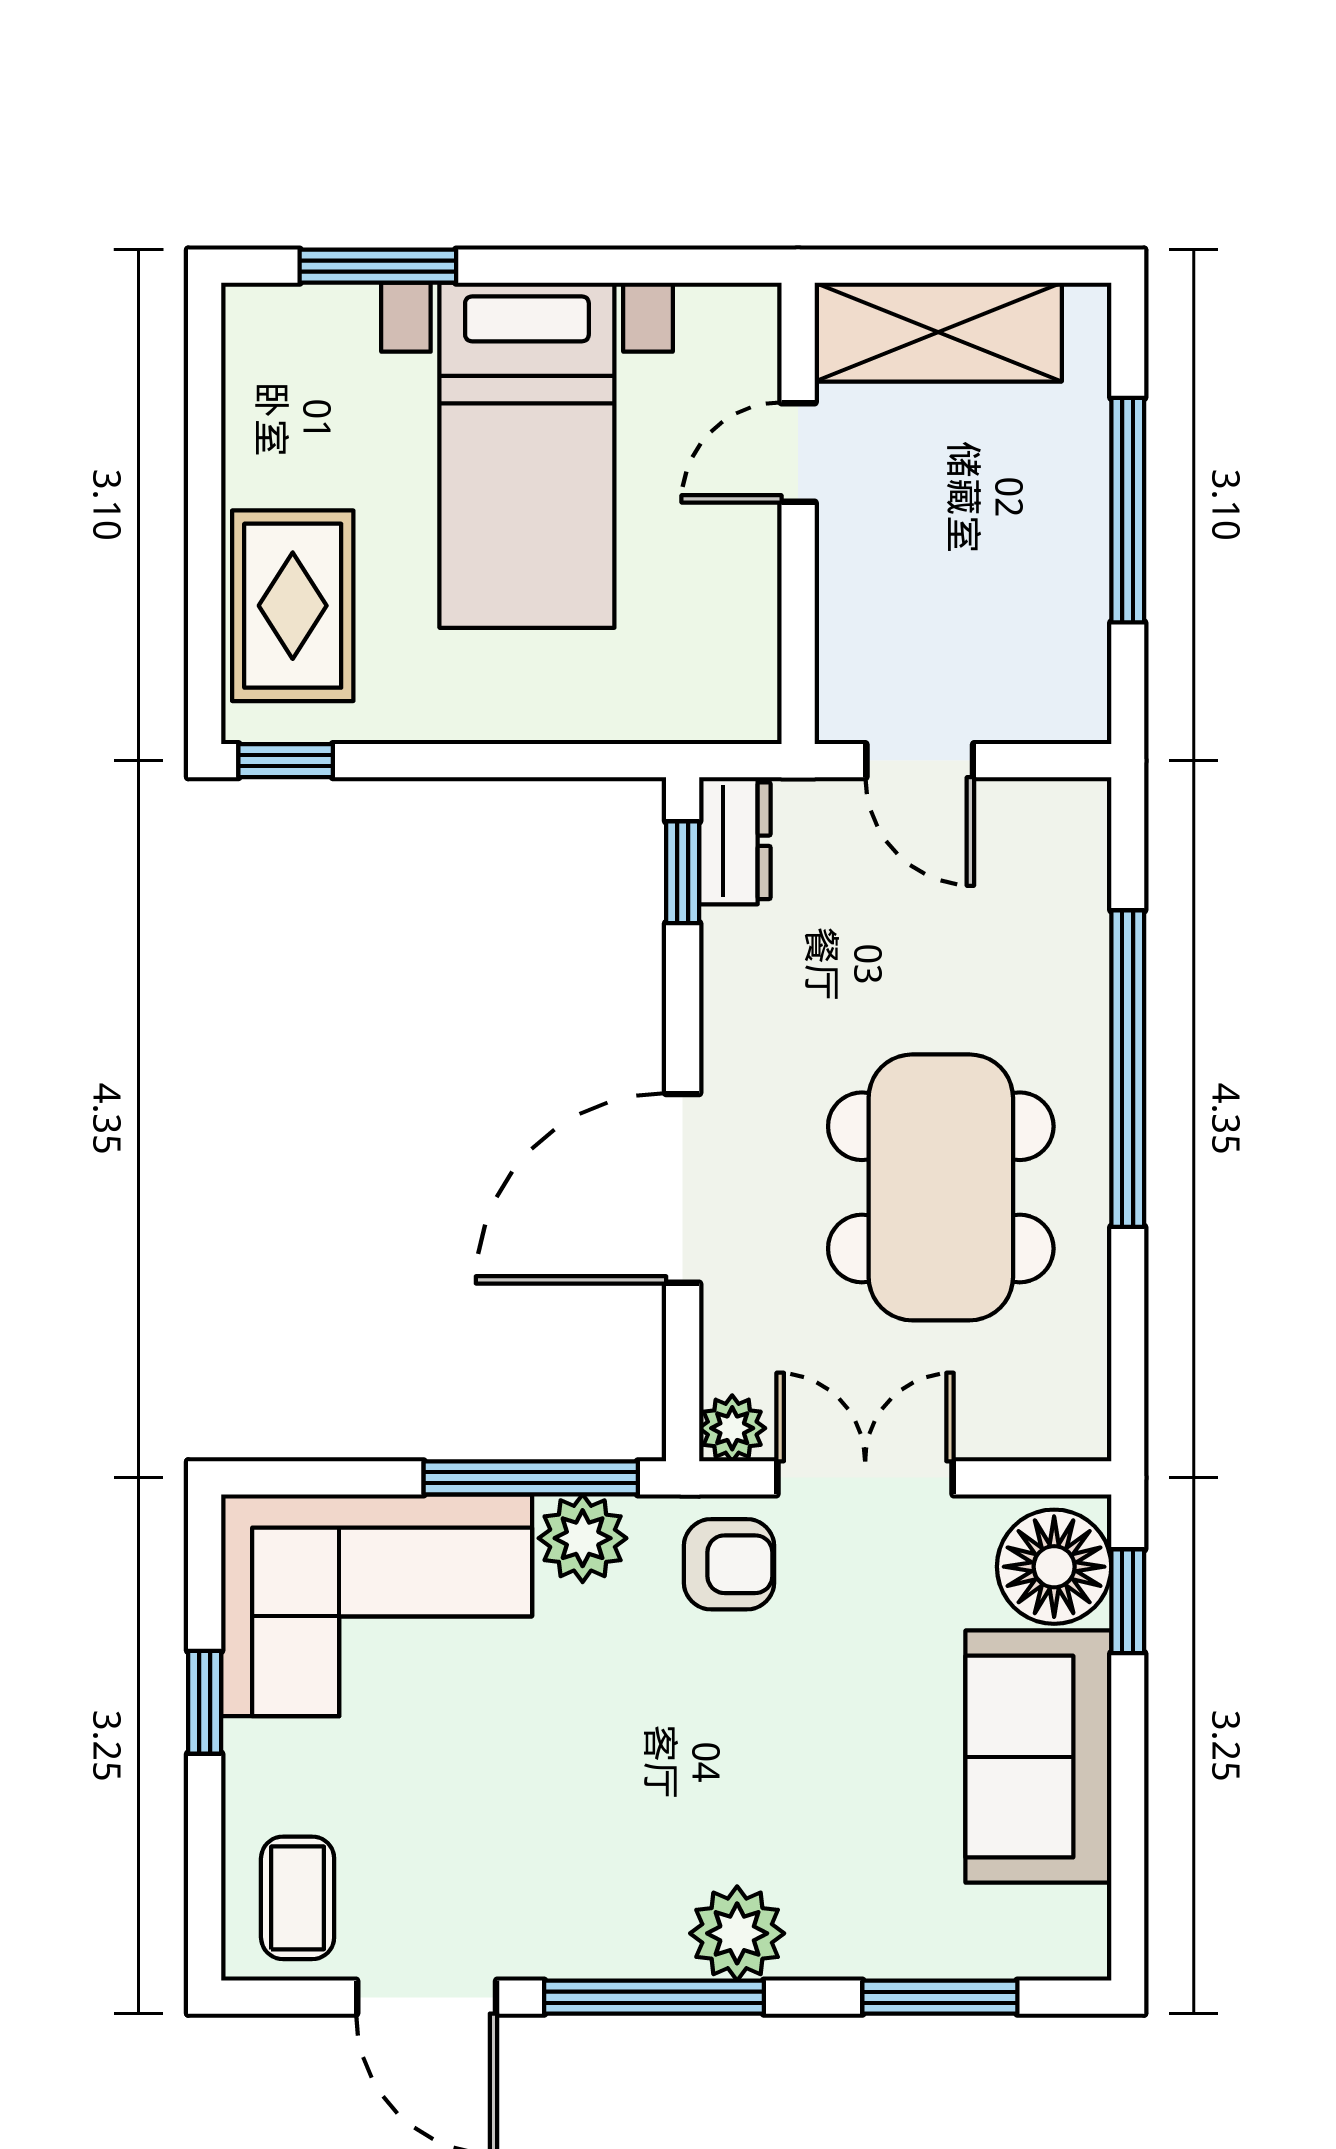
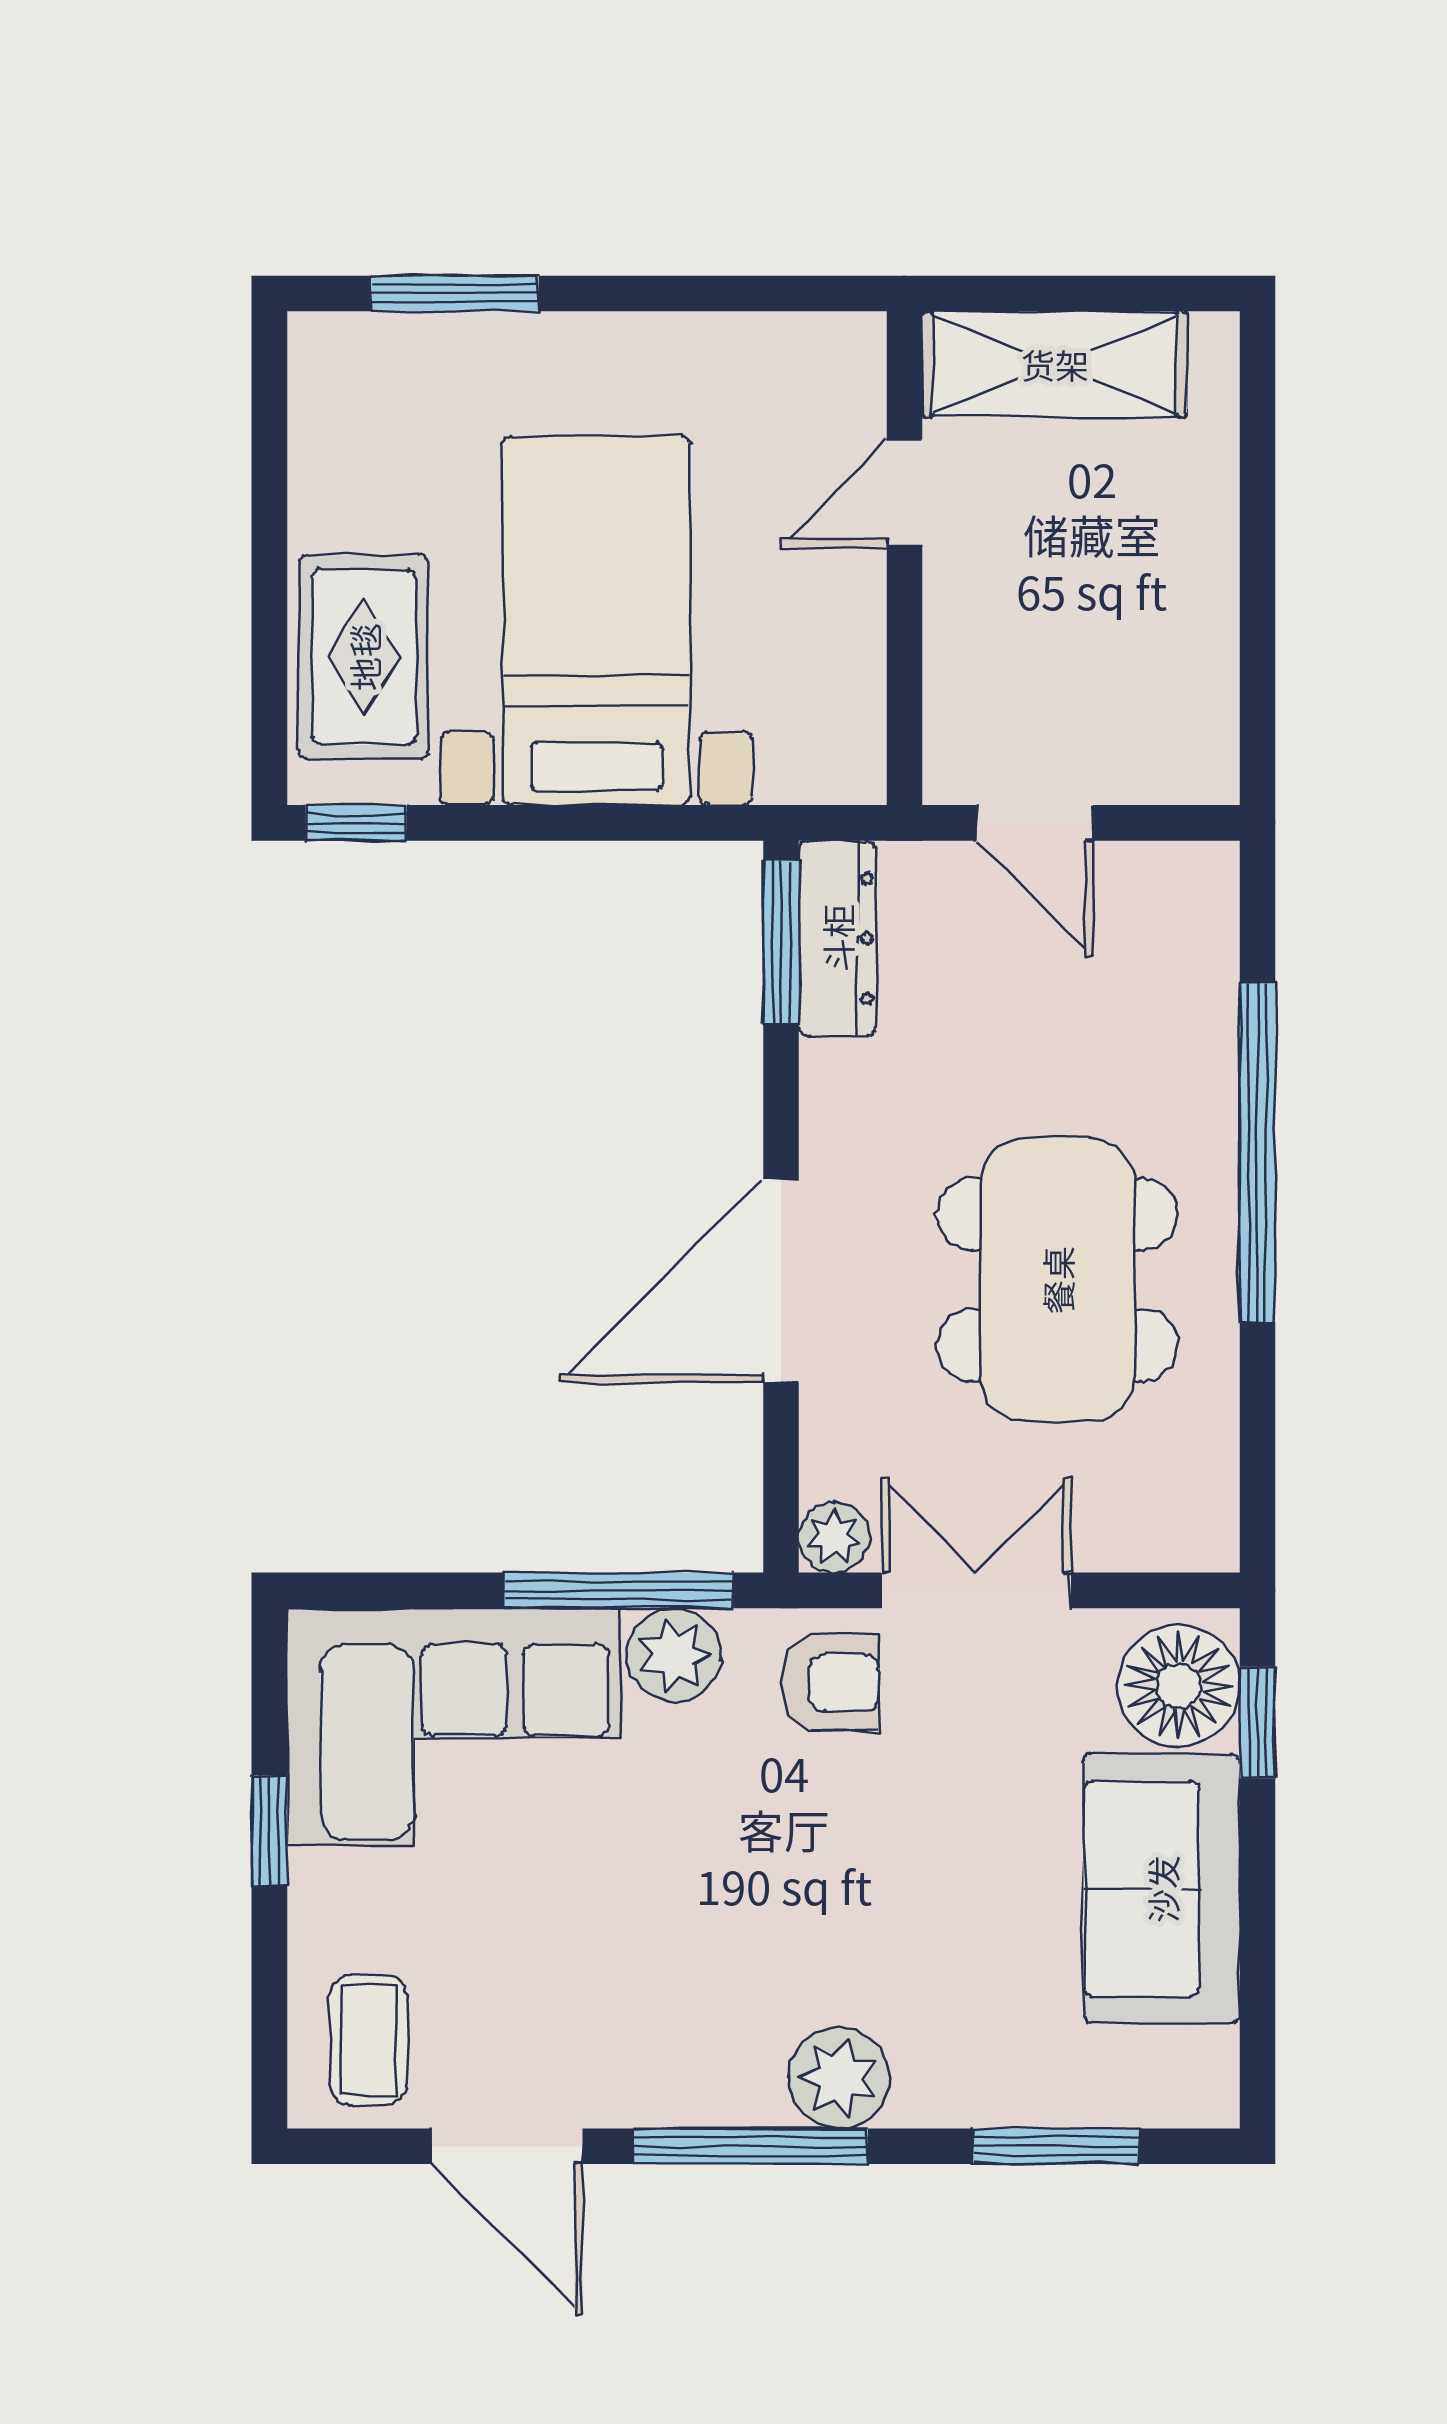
bed with nightstands: (527, 455) -> (596, 621), moved, turned 180
window: (1128, 510) -> (1257, 555), removed
dresser: (735, 841) -> (837, 938), width x1.44
window: (683, 872) -> (781, 942), width x1.50

